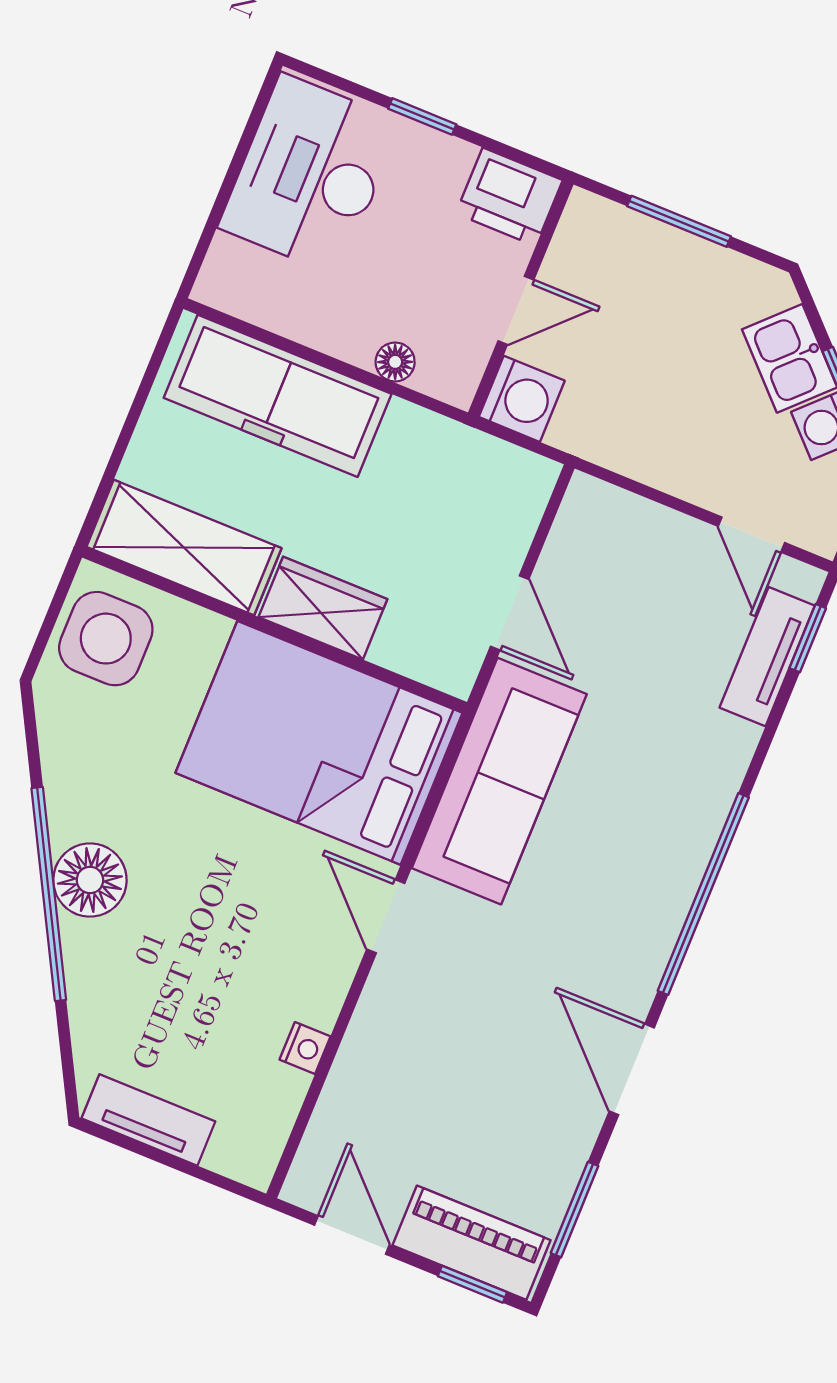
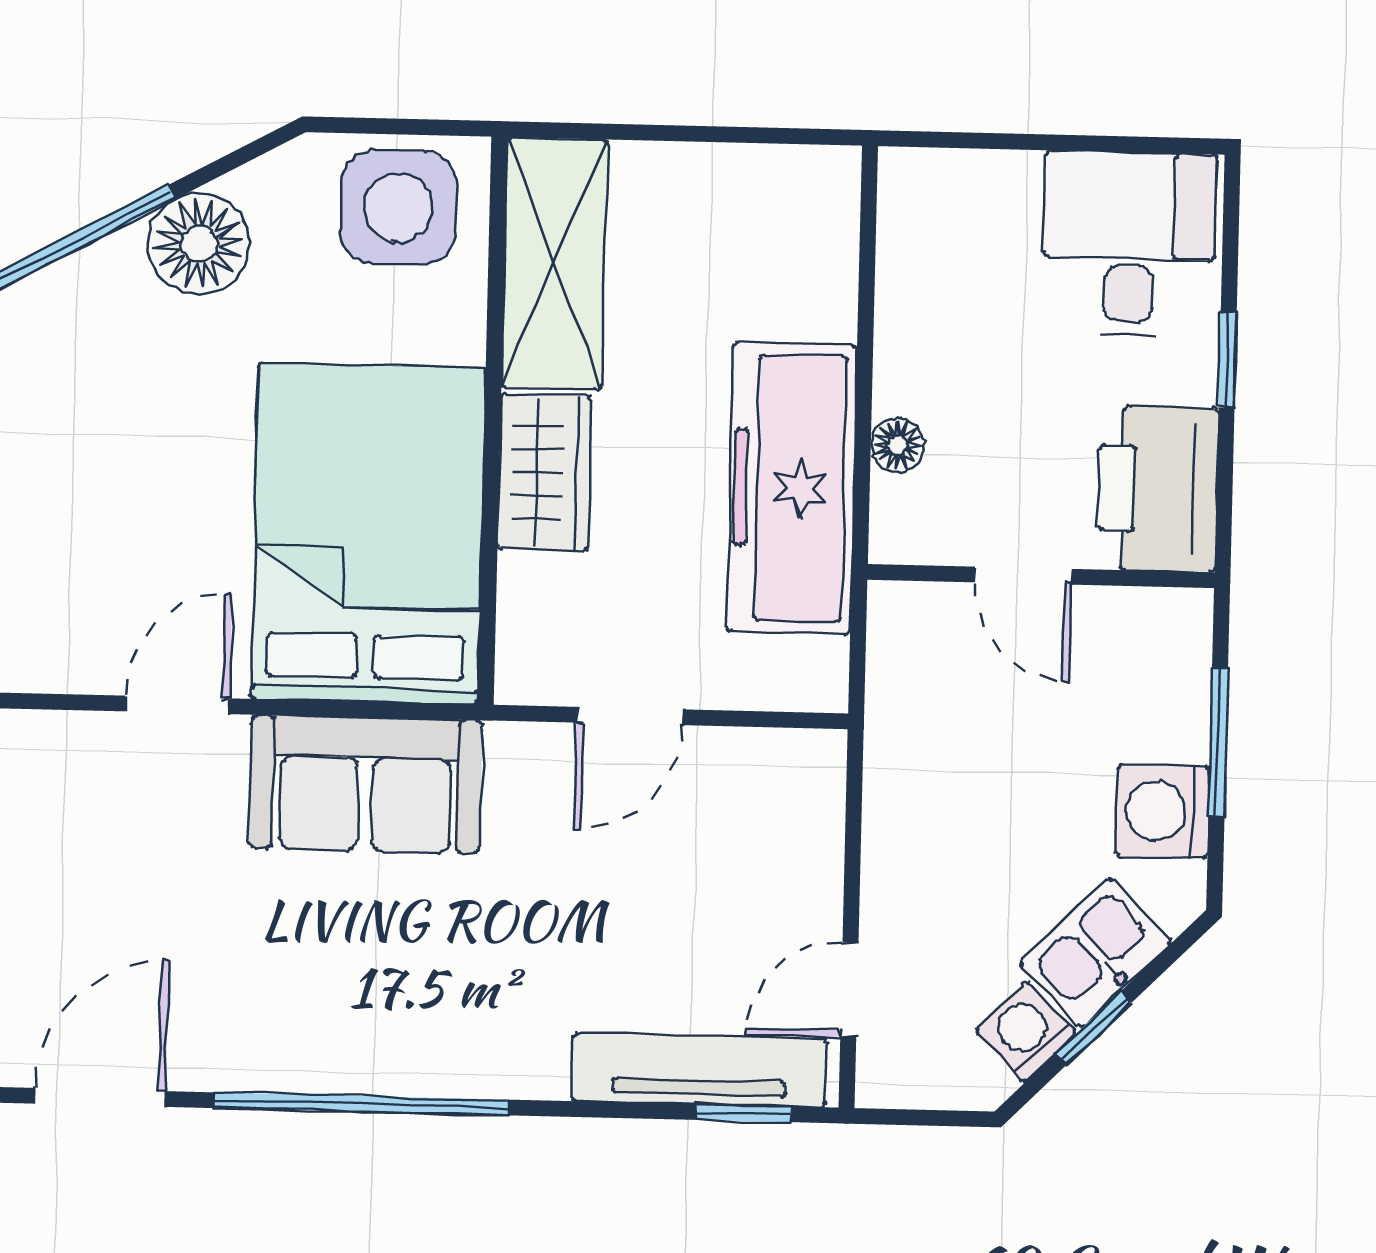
desk: (310, 174) -> (1129, 244), width x0.73
printer: (509, 197) -> (1158, 489), width x1.37, depth x1.19
freezer: (278, 396) -> (792, 488), moved
washing machine: (522, 399) -> (1163, 811), moved, turned 90
tv unit: (767, 657) -> (699, 1070), width x1.41
sofa: (499, 781) -> (366, 784), width x0.73
floor lamp: (90, 880) -> (199, 244), moved

